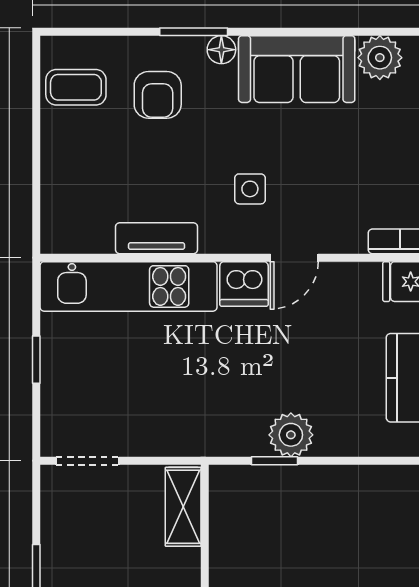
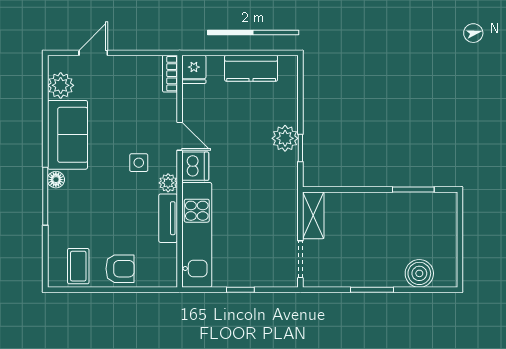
window: (194, 32) -> (45, 196), width x1.44
armchair: (158, 95) -> (120, 269), moved
plant: (216, 238) -> (168, 183), added
shelving: (183, 507) -> (313, 215), moved, turned 90

